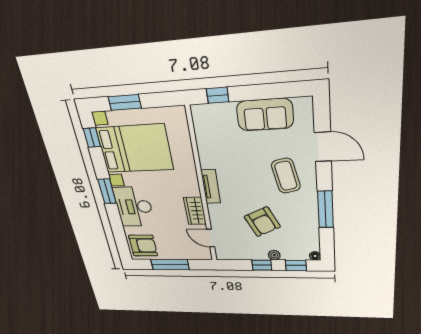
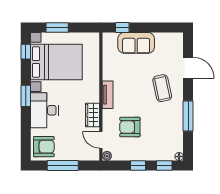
sofa: (265, 115) -> (136, 43), moved
armchair: (262, 222) -> (130, 127), moved, turned 115
plant: (274, 255) -> (107, 156), moved

